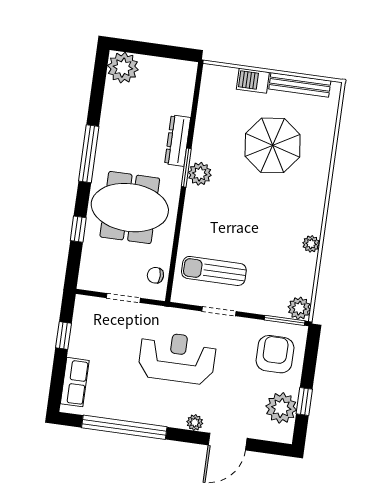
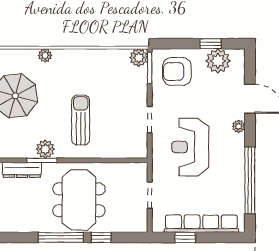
window: (89, 154) -> (61, 237), moved
plant: (311, 244) -> (45, 55), moved
sun lounger: (214, 271) -> (81, 120), moved, turned 180
chair: (155, 275) -> (129, 173), removed
row of seats: (75, 382) -> (201, 224), width x2.02

